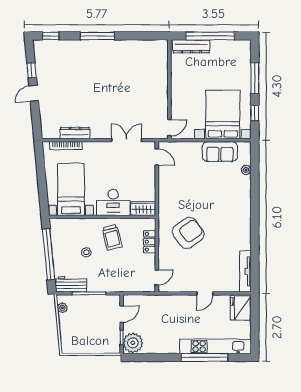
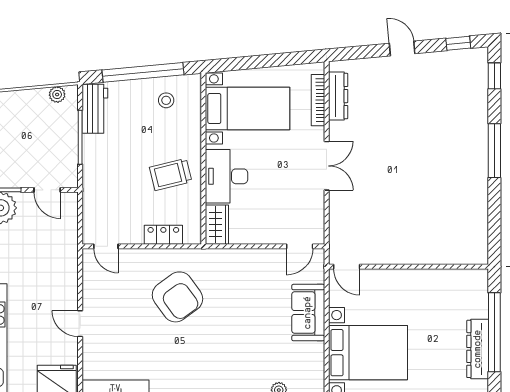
dresser: (191, 46) -> (478, 349), moved
window: (32, 70) -> (458, 43), moved
dresser: (75, 133) -> (338, 96), moved
double door: (127, 140) -> (327, 166), moved
sofa: (220, 152) -> (308, 313), moved
stool: (86, 252) -> (166, 100), moved

